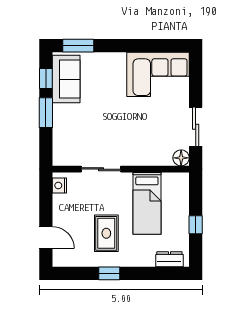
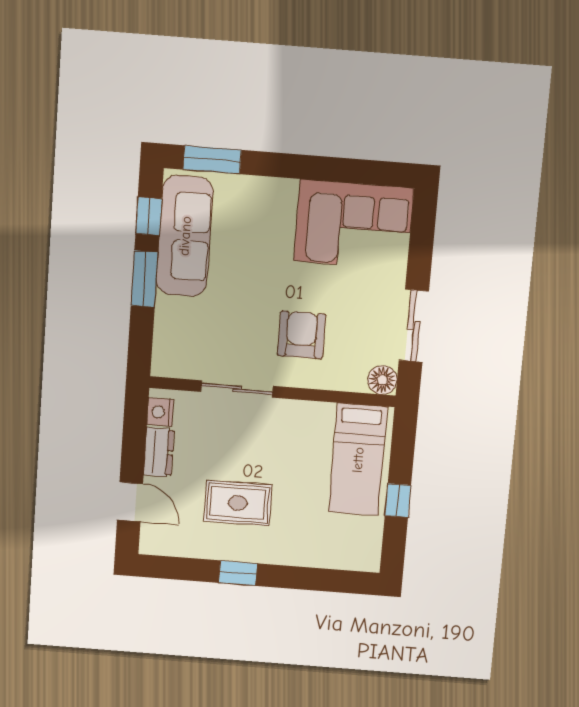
sofa: (66, 79) -> (185, 236), width x1.36
armchair: (134, 137) -> (302, 335), added
bed: (147, 203) -> (358, 460), moved
rug: (106, 233) -> (238, 503), turned 90
dresser: (169, 259) -> (159, 452), moved, turned 90

